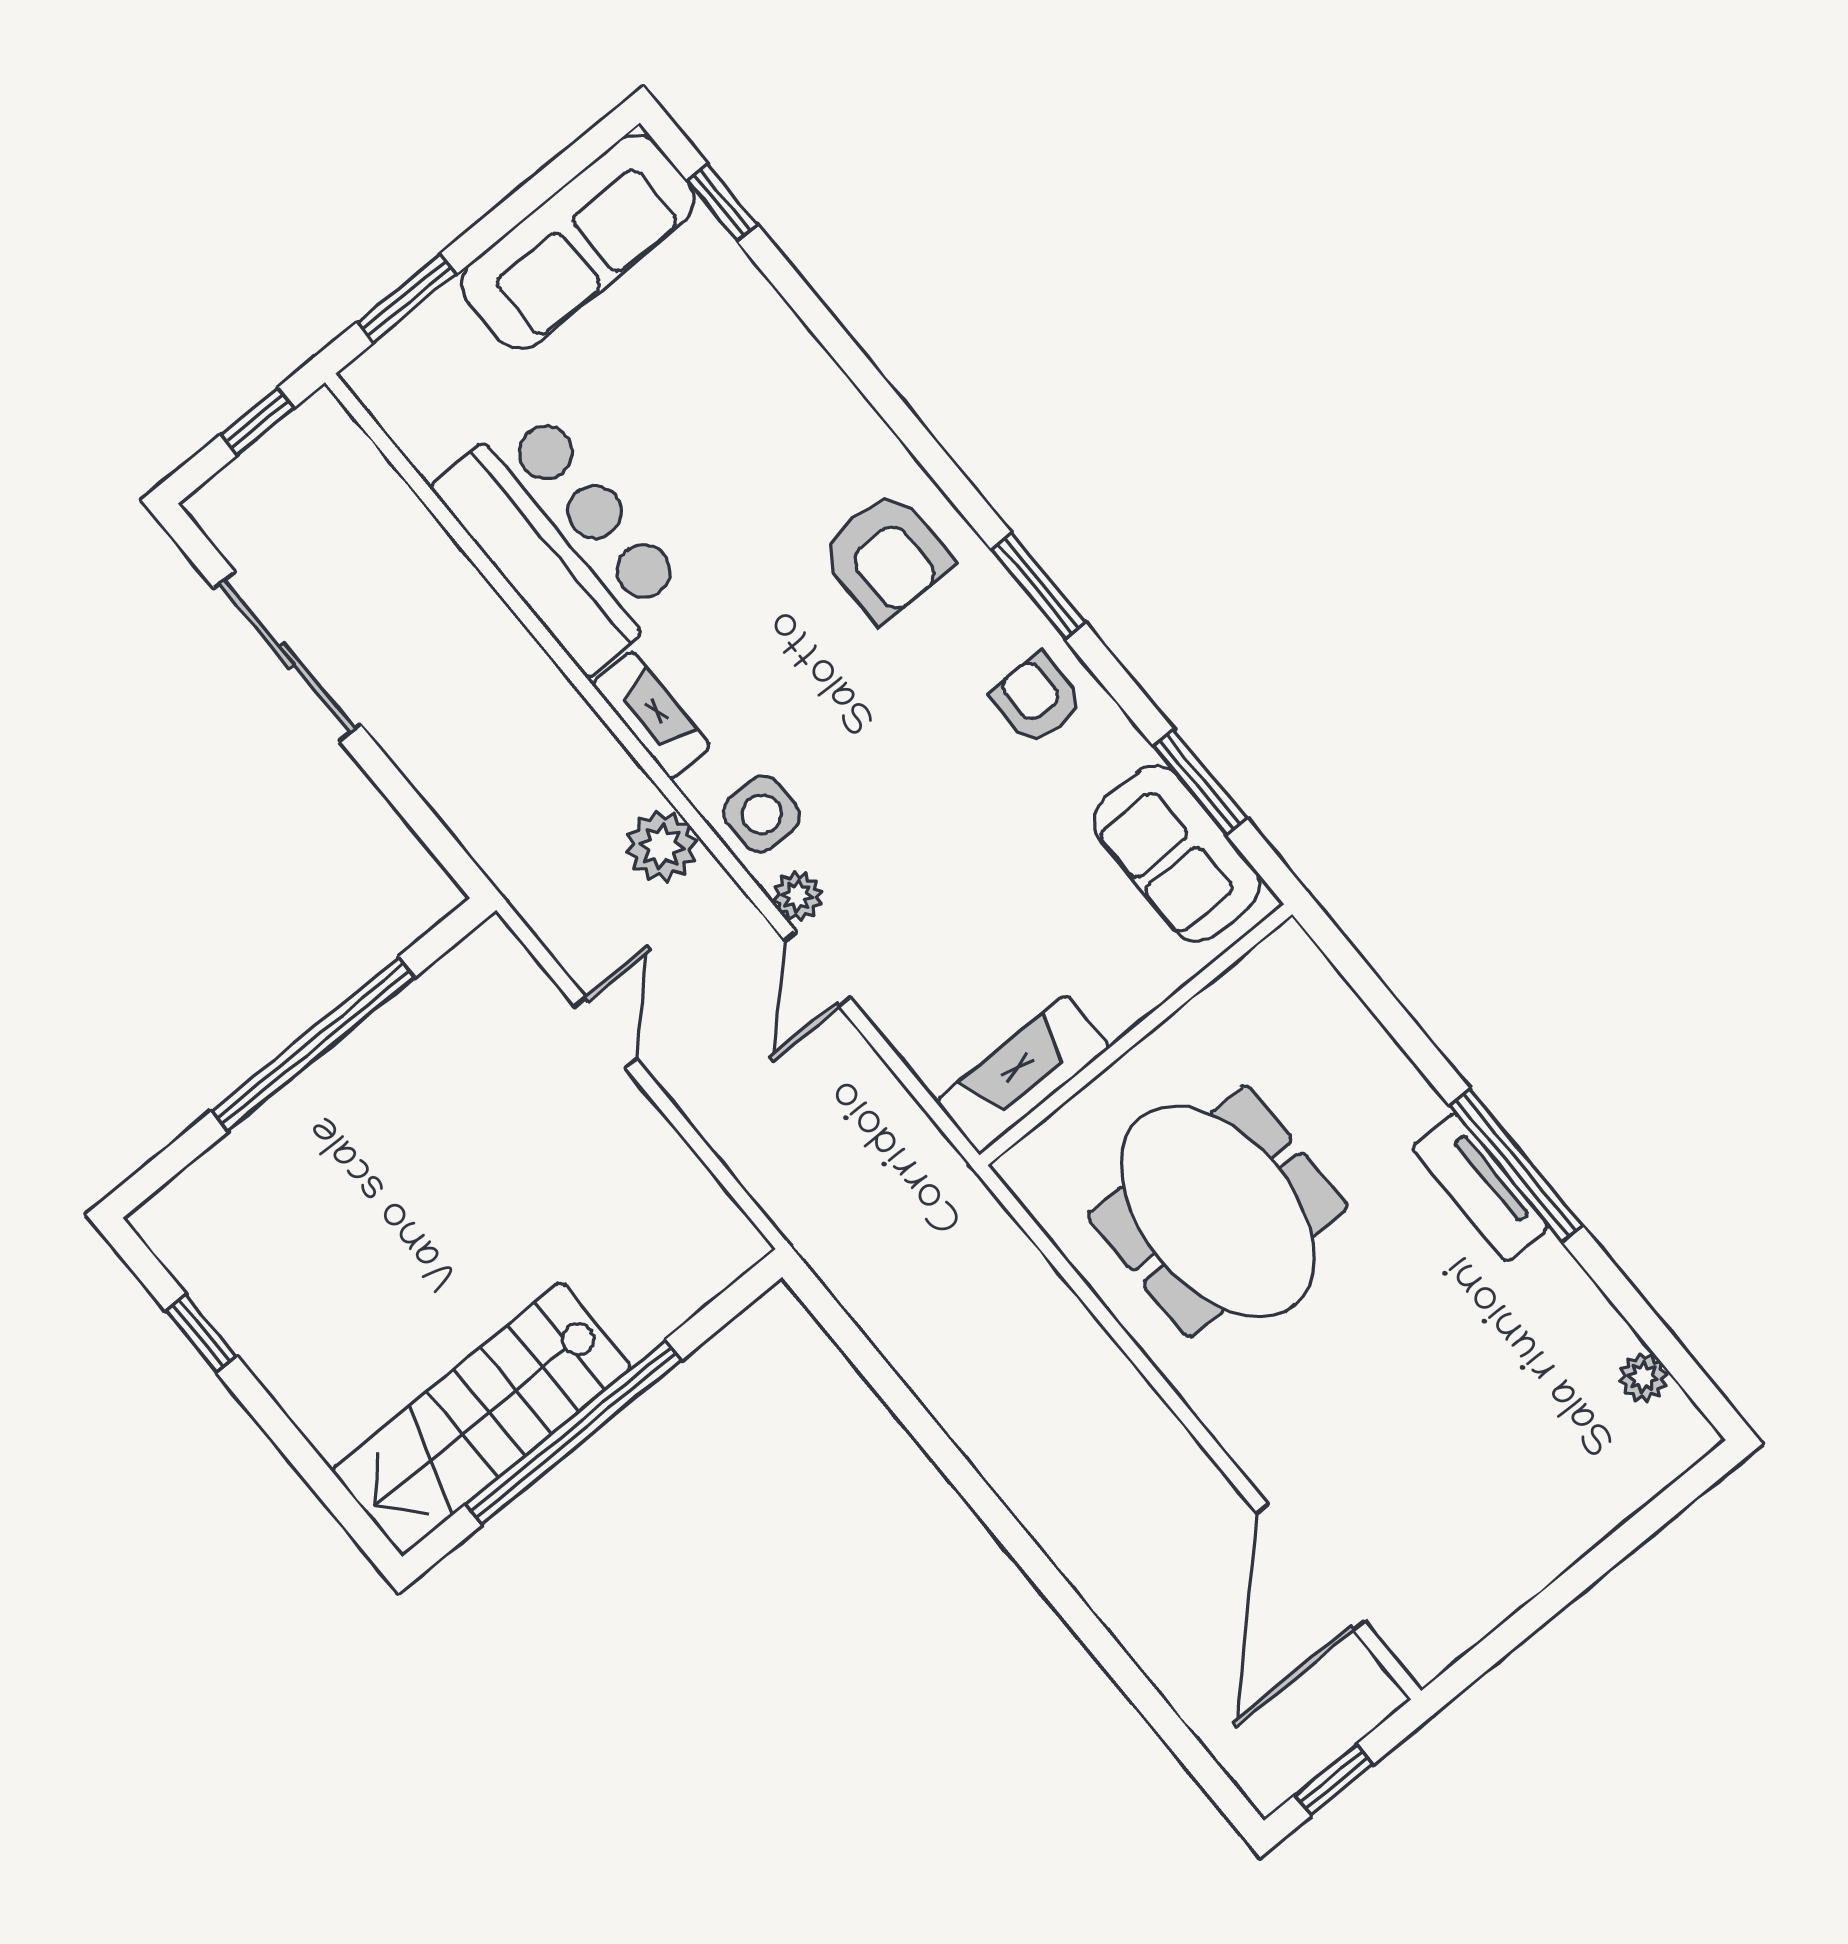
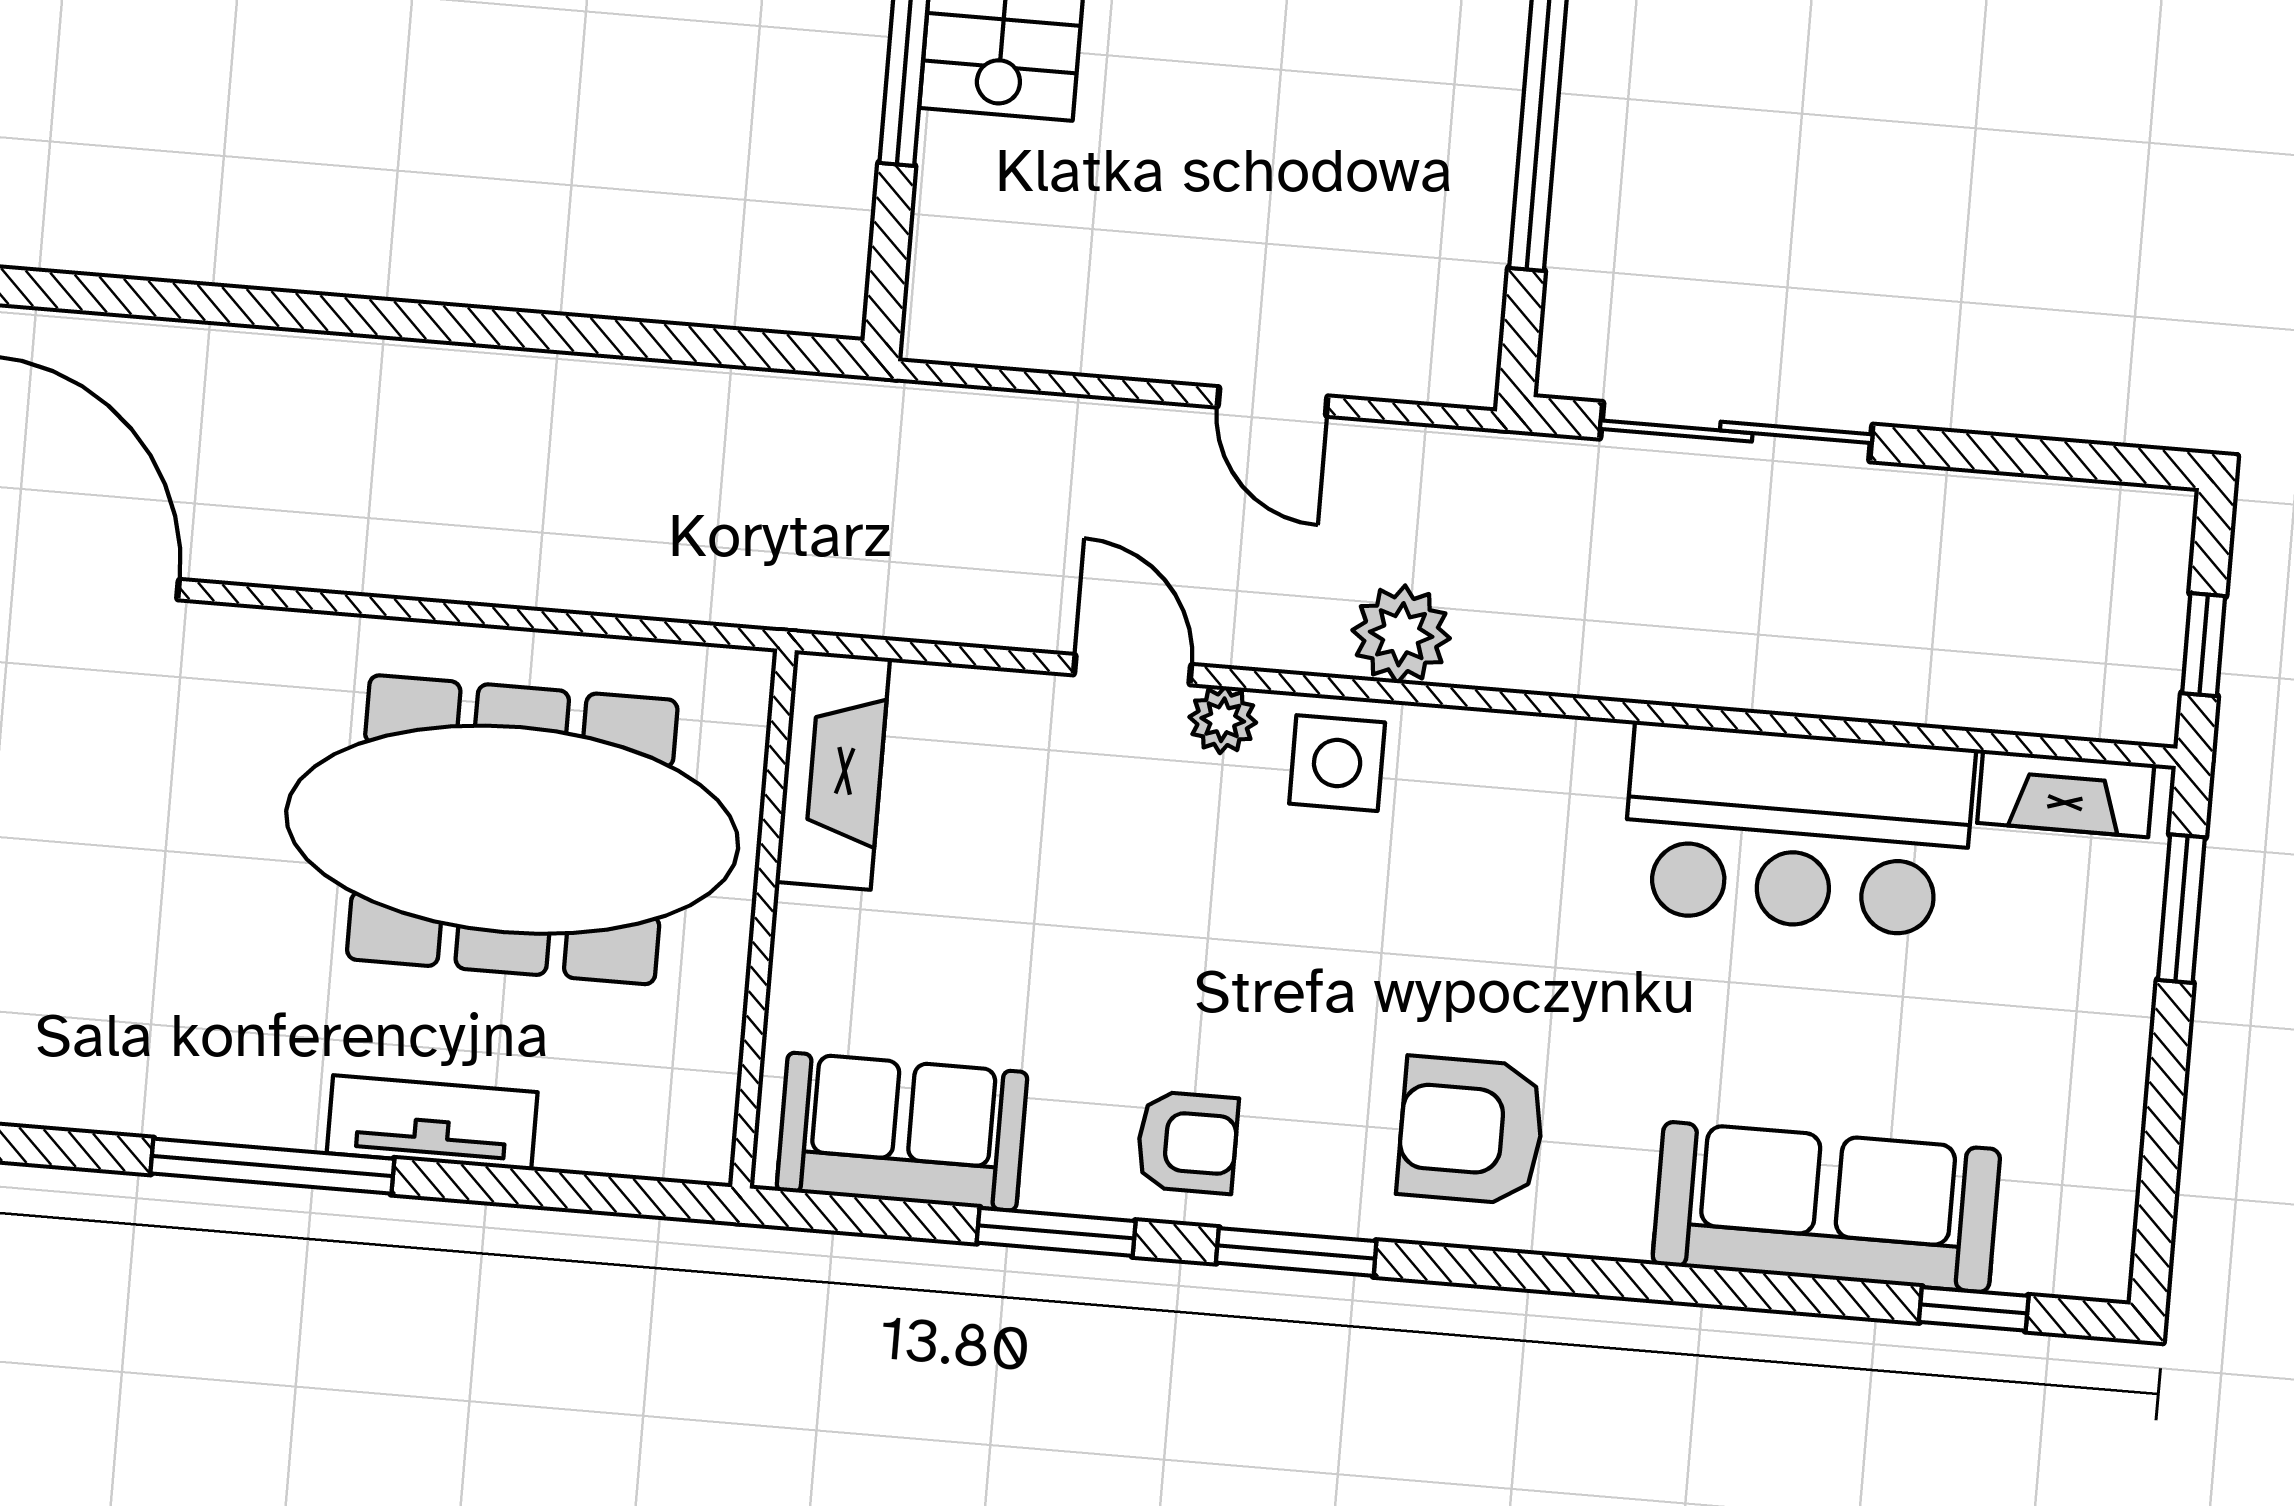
sofa: (578, 242) -> (1826, 1207), moved, turned 90
sliding door: (287, 656) -> (1736, 432), moved
fireplace: (651, 715) -> (2066, 794), moved
window: (1200, 782) -> (1056, 1232), moved
tv unit: (1480, 1187) -> (432, 1123), moved
meeting table: (1218, 1212) -> (512, 830), width x1.36

